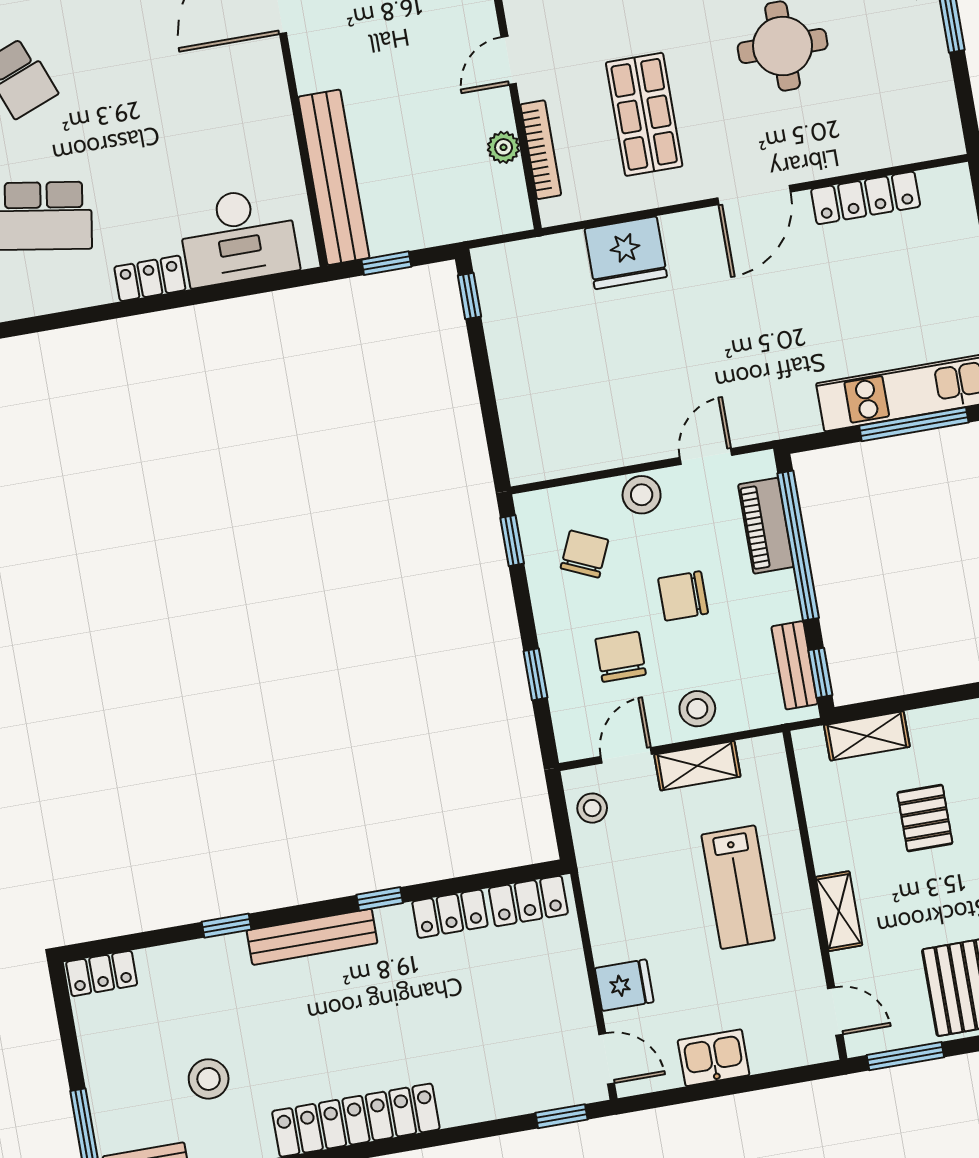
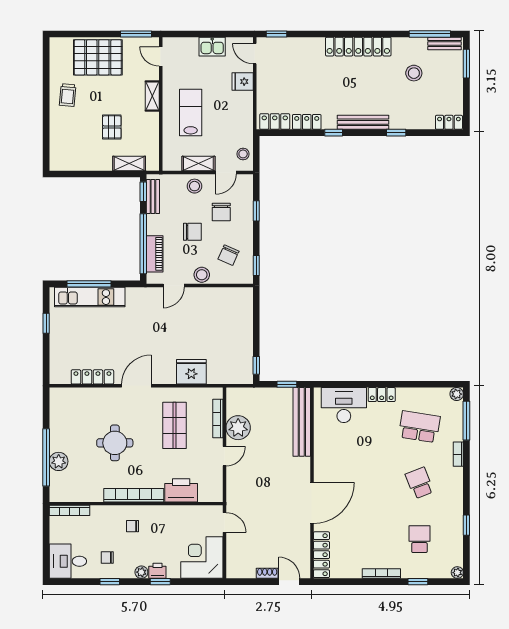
plant: (504, 147) -> (238, 428), width x1.88, depth x1.88

